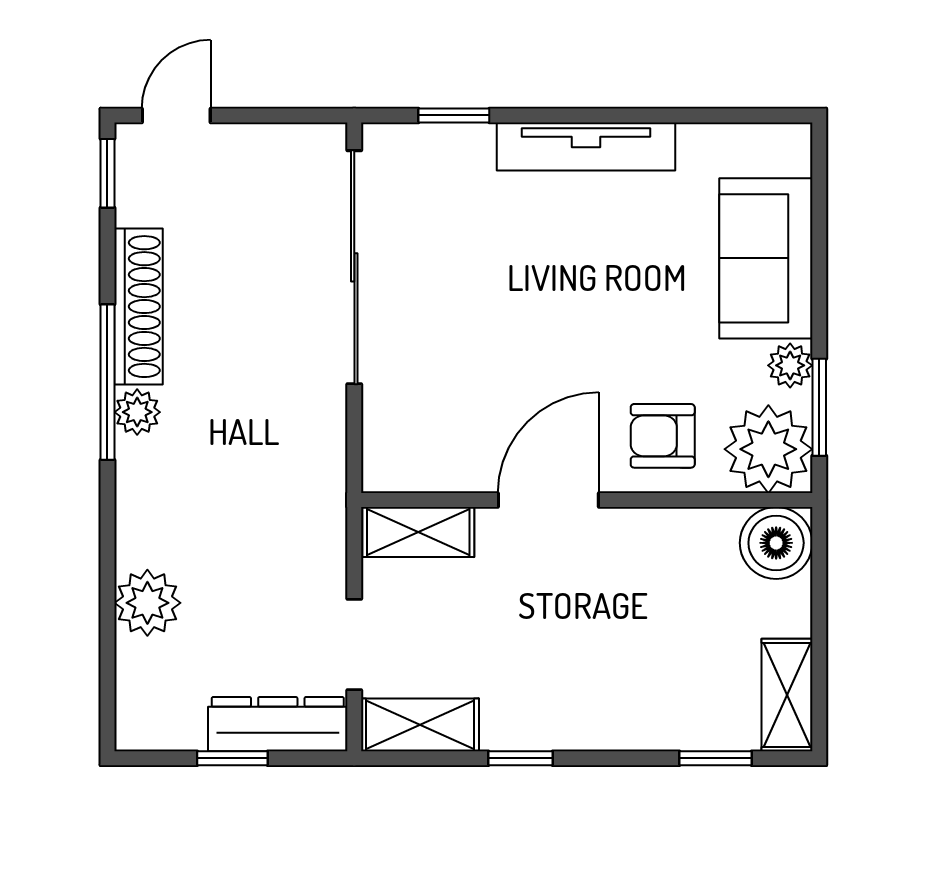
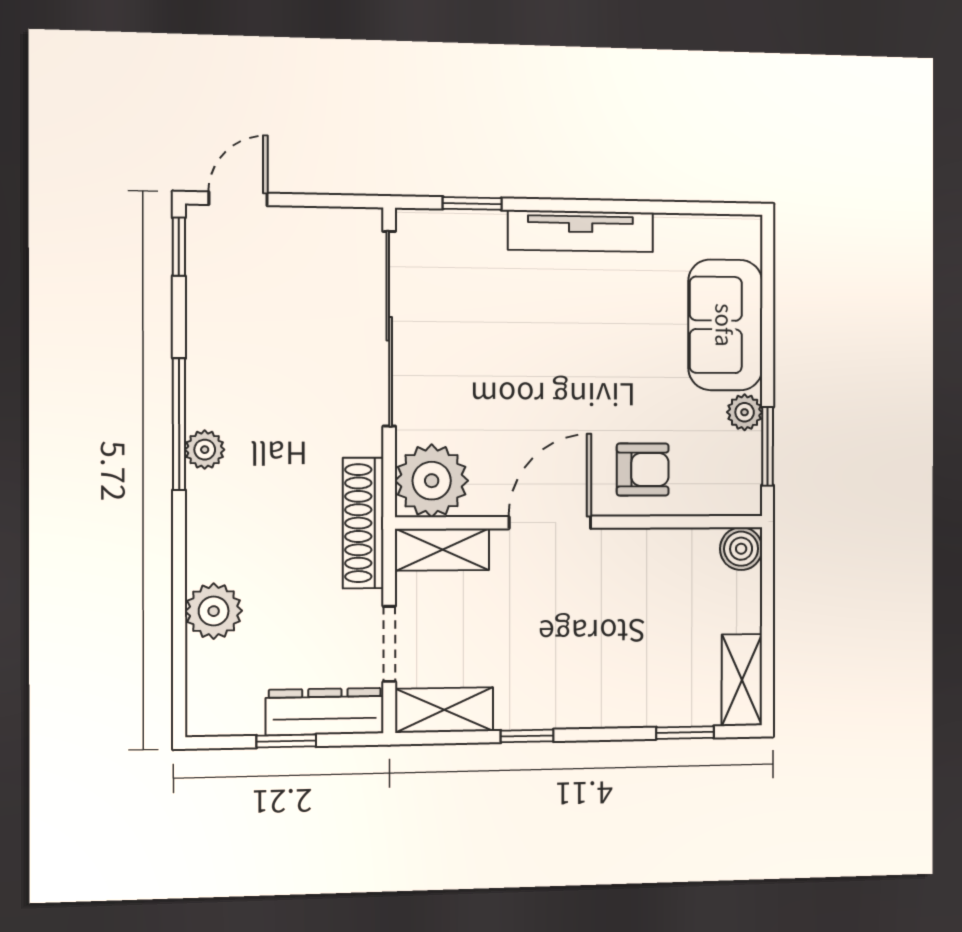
shoe rack: (138, 307) -> (363, 523), moved, turned 180
armchair: (663, 436) -> (643, 469), turned 180
plant: (768, 449) -> (432, 481), moved
boiler: (776, 543) -> (741, 549), width x0.73, depth x0.73

